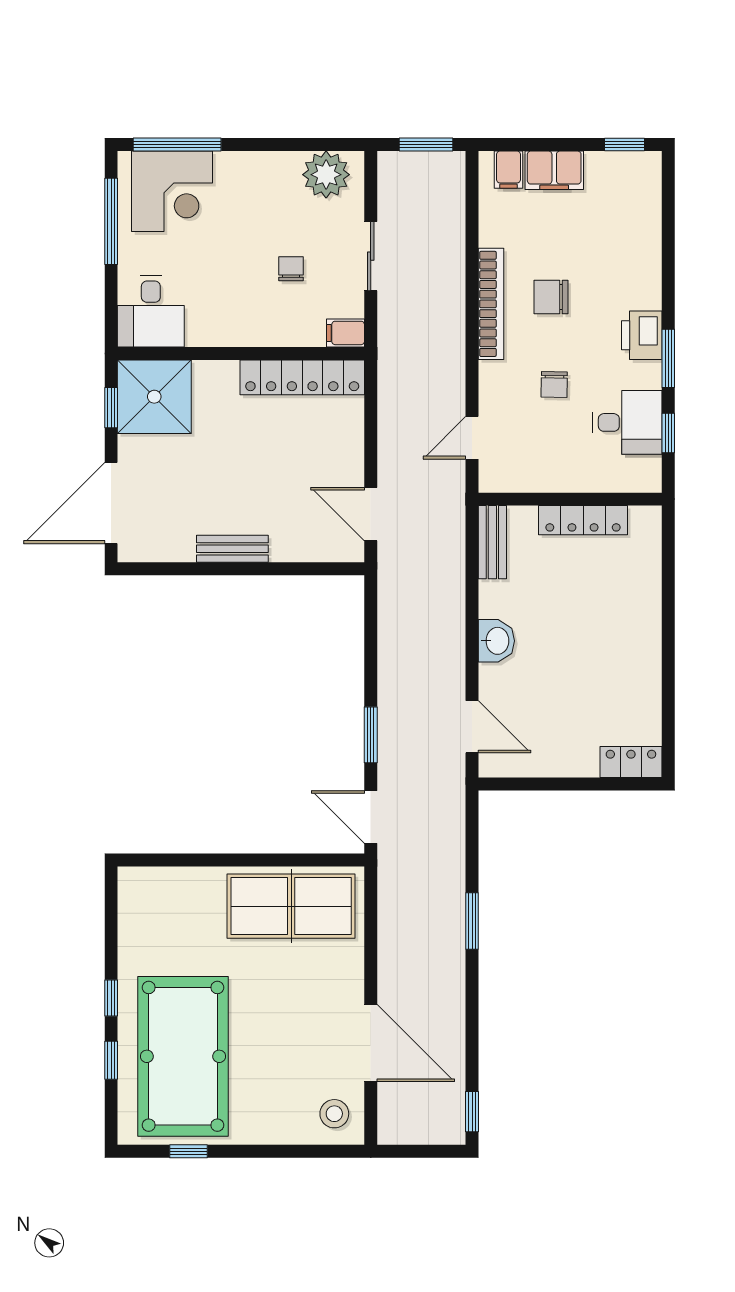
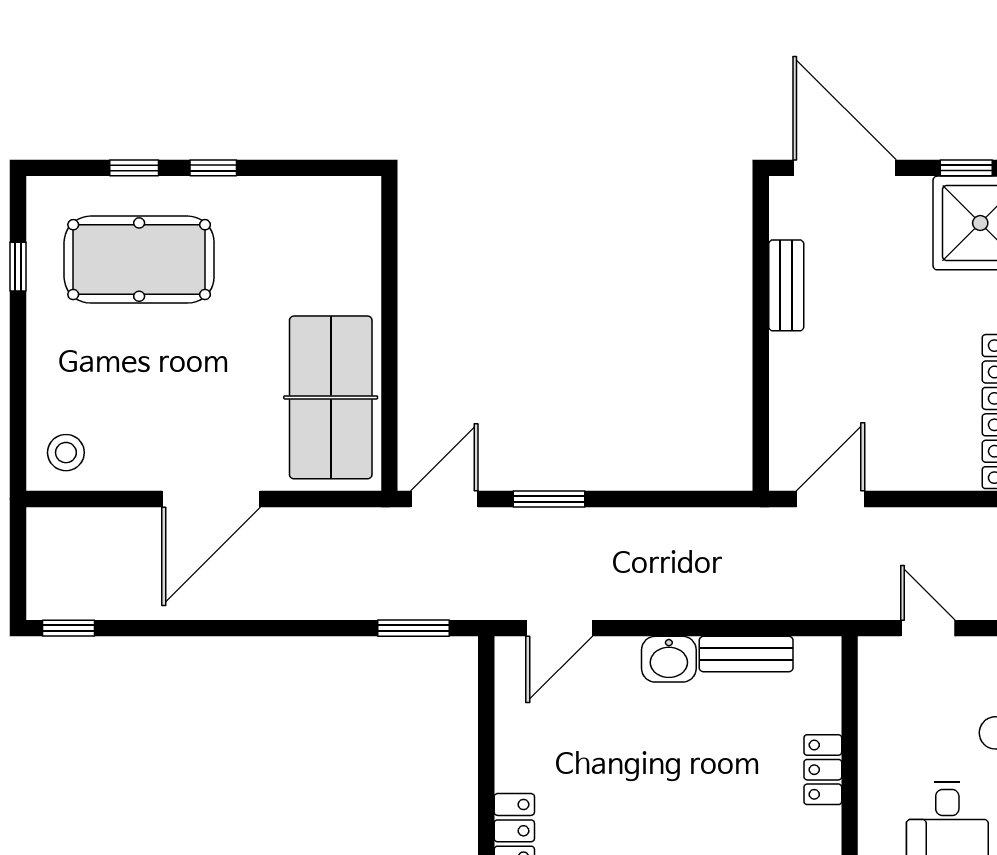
locker: (583, 520) -> (823, 770), width x0.66
bench: (492, 542) -> (746, 654), moved
bench: (232, 549) -> (786, 285), moved
window: (472, 921) -> (413, 628), moved
door: (371, 1043) -> (211, 499), moved
pool table: (183, 1056) -> (139, 260), width x0.73, depth x0.76

